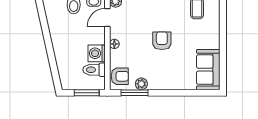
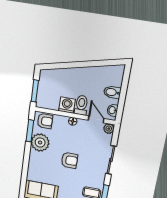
toilet: (94, 70) -> (81, 105), moved
armchair: (120, 76) -> (45, 121), turned -90
plant: (141, 84) -> (40, 142), width x1.87, depth x1.87

